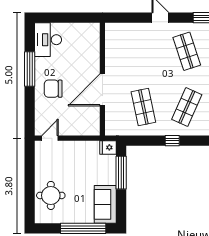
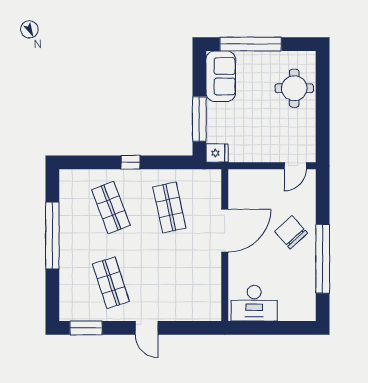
desk: (48, 40) -> (254, 303), moved, turned 90
window: (30, 69) -> (323, 259), width x1.46
chair: (53, 89) -> (291, 232), turned -132
shop shelf: (187, 107) -> (111, 208), turned -45

